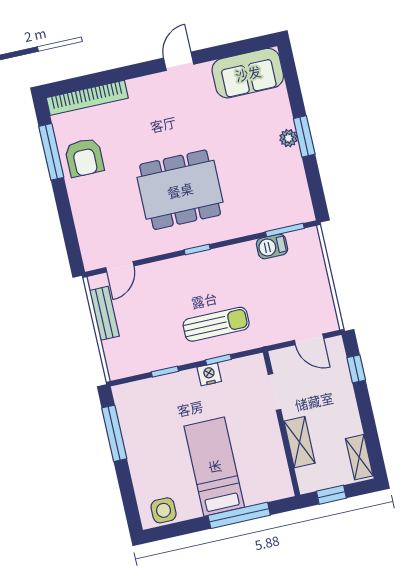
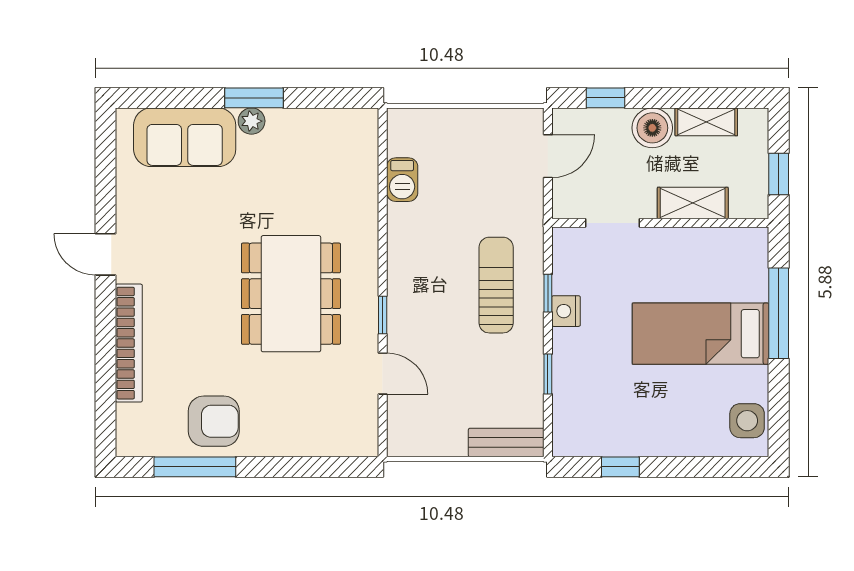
sofa: (248, 73) -> (185, 137), moved, turned 90
bookcase: (87, 98) -> (129, 343), moved
window: (285, 230) -> (383, 156), removed
window: (197, 250) -> (383, 315), moved
door: (120, 267) -> (383, 373), moved
bench: (104, 313) -> (506, 443), moved
boiler: (343, 404) -> (652, 128), added
window: (114, 433) -> (620, 467), width x0.46
shelving: (359, 457) -> (706, 122), moved

